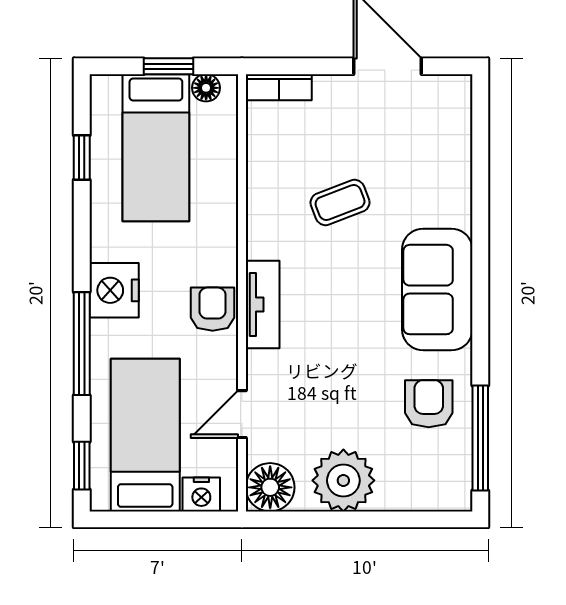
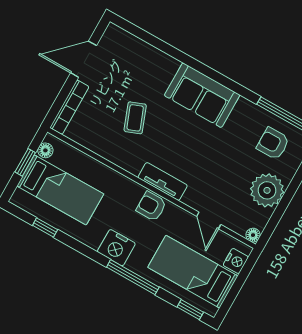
bookcase: (279, 87) -> (69, 107), width x1.56
armchair: (429, 404) -> (273, 143), moved
floor lamp: (270, 487) -> (253, 235), width x0.53, depth x0.53

